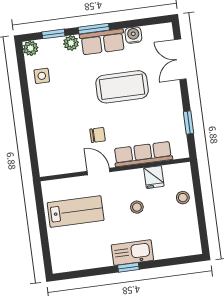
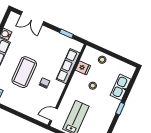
coffee table: (122, 87) -> (24, 72), moved
door: (99, 172) -> (54, 115), moved
kitchen sink: (132, 253) -> (121, 87), moved

